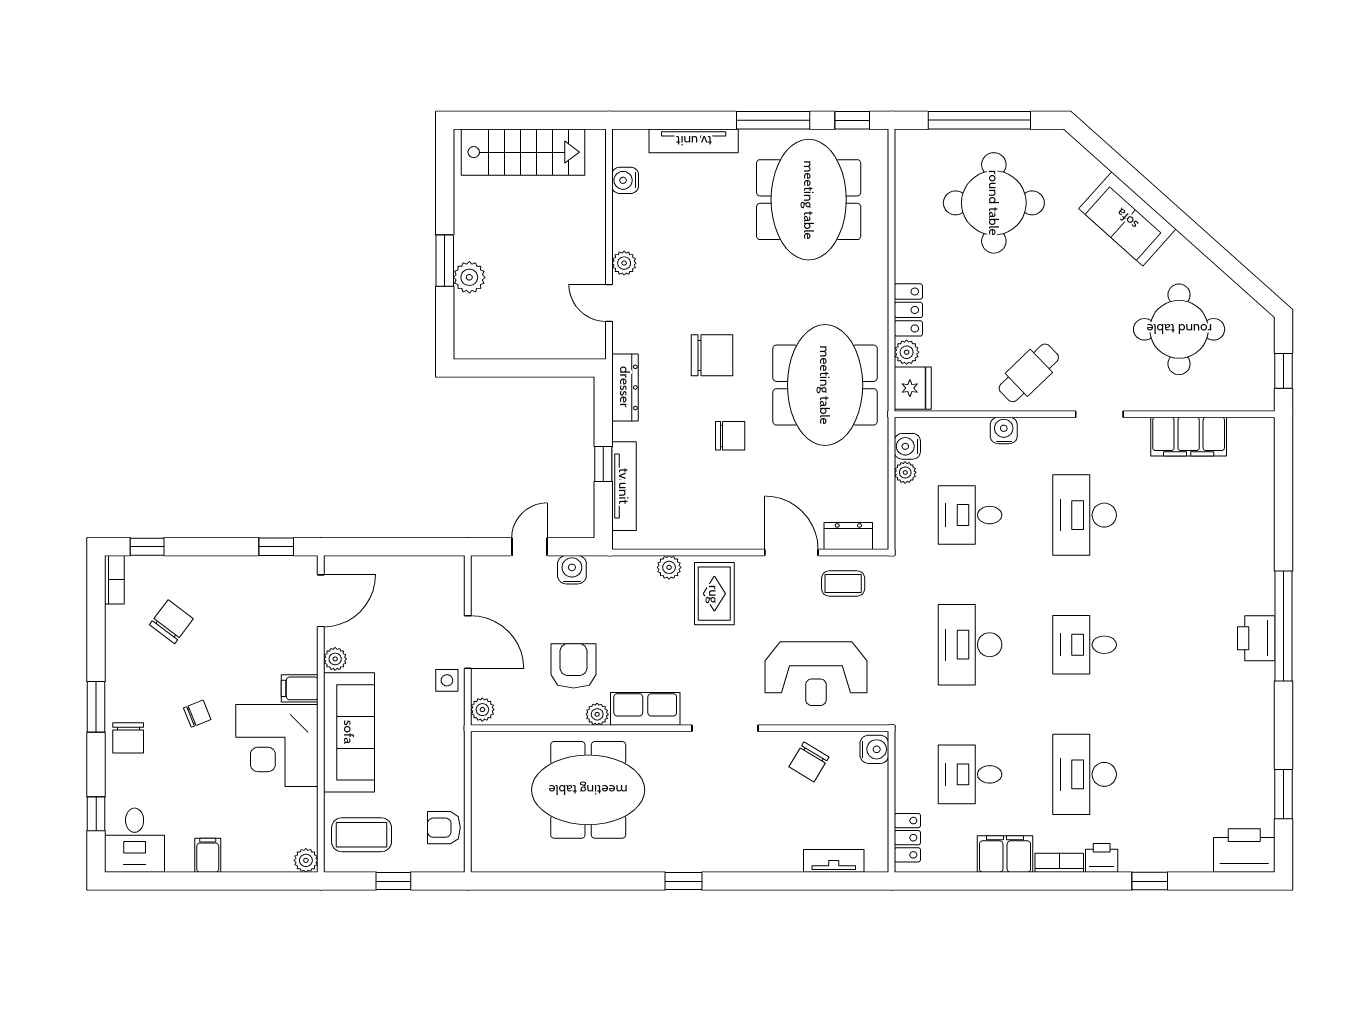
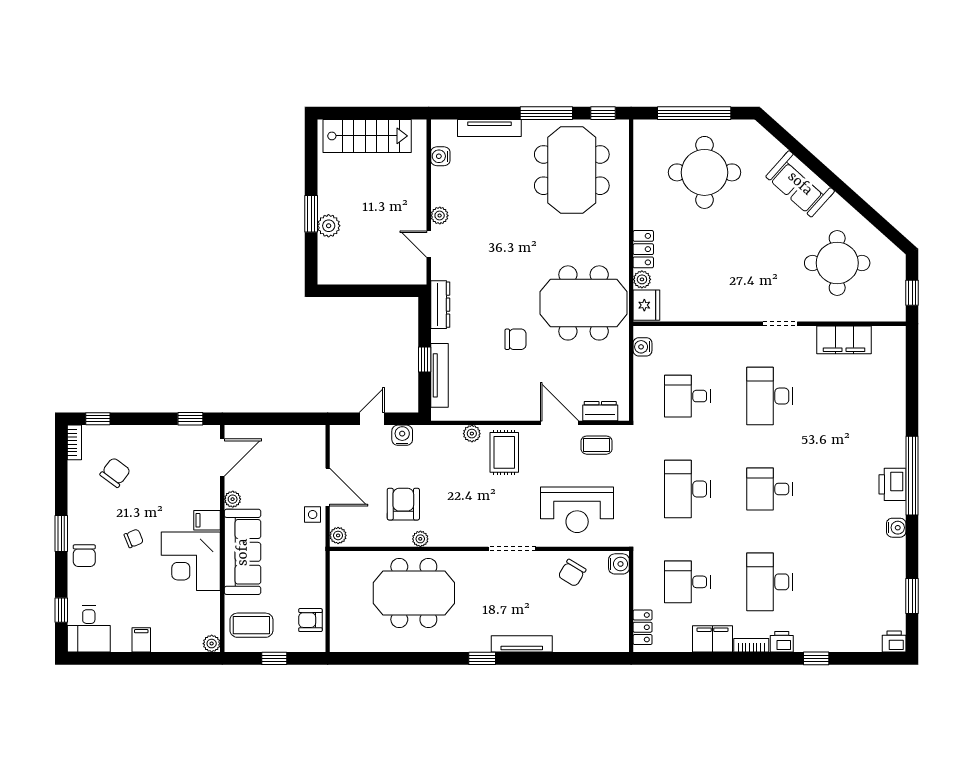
chair: (712, 355) -> (503, 282), removed
cafe table: (1029, 373) -> (730, 294), removed
meeting table: (825, 385) -> (584, 303), turned 90
water cooler: (1004, 430) -> (896, 528), moved, turned 90
plant: (905, 472) -> (641, 366), removed
row of seats: (645, 709) -> (455, 535), removed
printer: (1244, 850) -> (894, 642), width x0.53, depth x0.68
tv unit: (834, 861) -> (522, 644), moved, width x1.41

